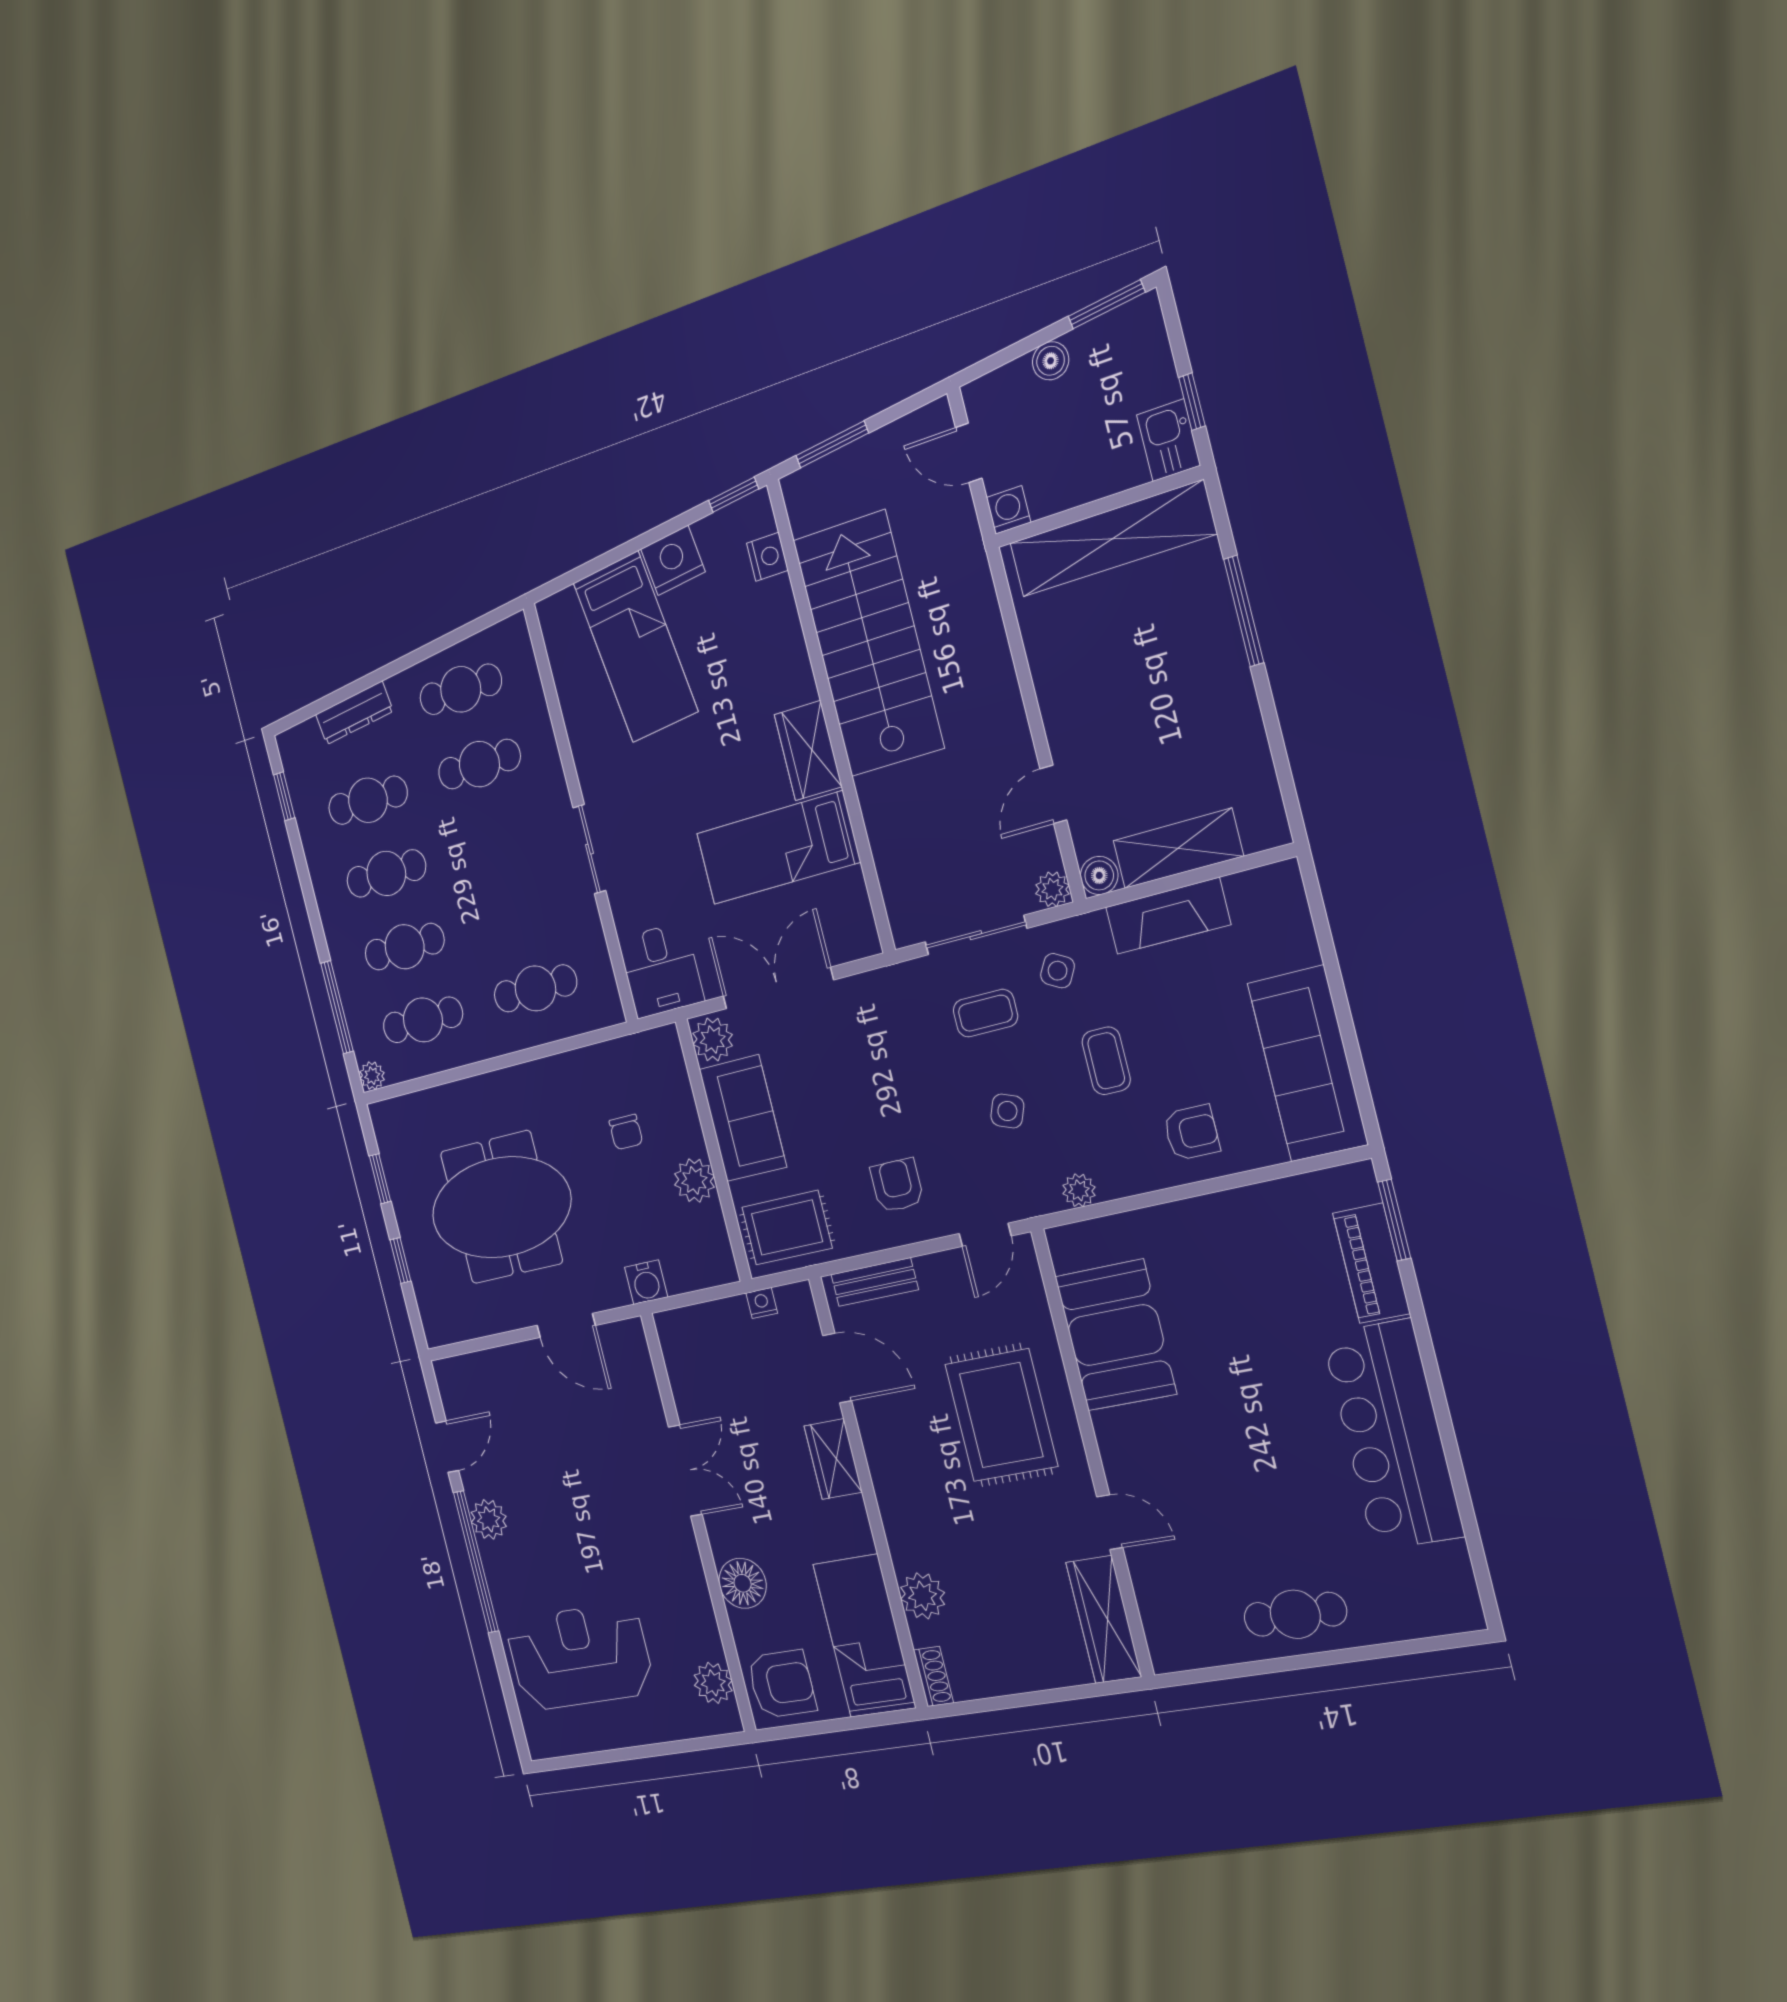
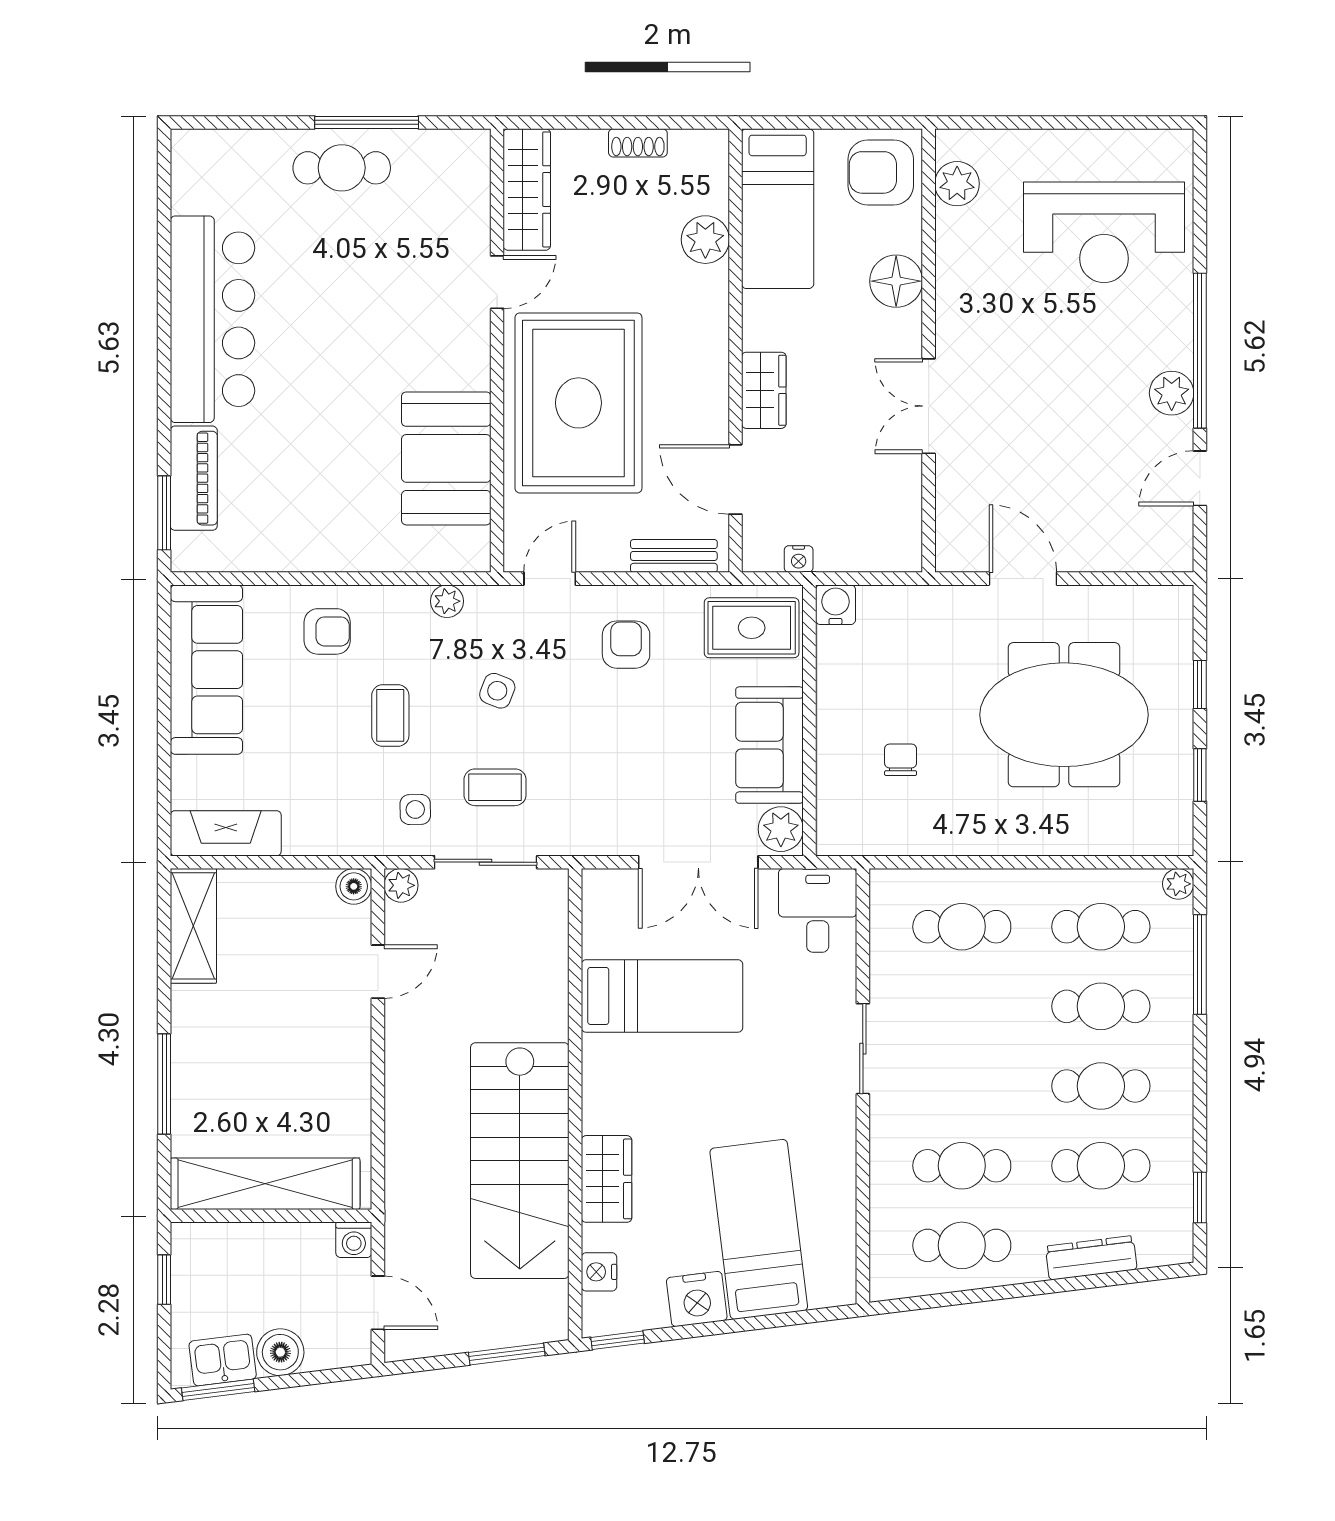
boiler: (1051, 361) -> (280, 1352), width x1.36, depth x1.36
kitchen sink: (1168, 440) -> (223, 1360), moved, turned -97
wardrobe: (808, 751) -> (607, 1179), moved
shelving: (1178, 848) -> (193, 926), moved, turned 90
fireplace: (1168, 916) -> (226, 833), moved
side table: (1058, 971) -> (415, 809), turned -30
armchair: (1192, 1132) -> (327, 631), turned 180
plant: (694, 1180) -> (838, 695), removed
armchair: (897, 1185) -> (626, 645), turned 180
water cooler: (646, 1282) -> (835, 605), moved
rug: (1001, 1415) -> (578, 403), width x1.37, depth x1.44
door: (1110, 1522) -> (497, 282), swing flipped
window: (1281, 1665) -> (367, 122), added
shoe rack: (933, 1676) -> (638, 143), moved, turned -90

